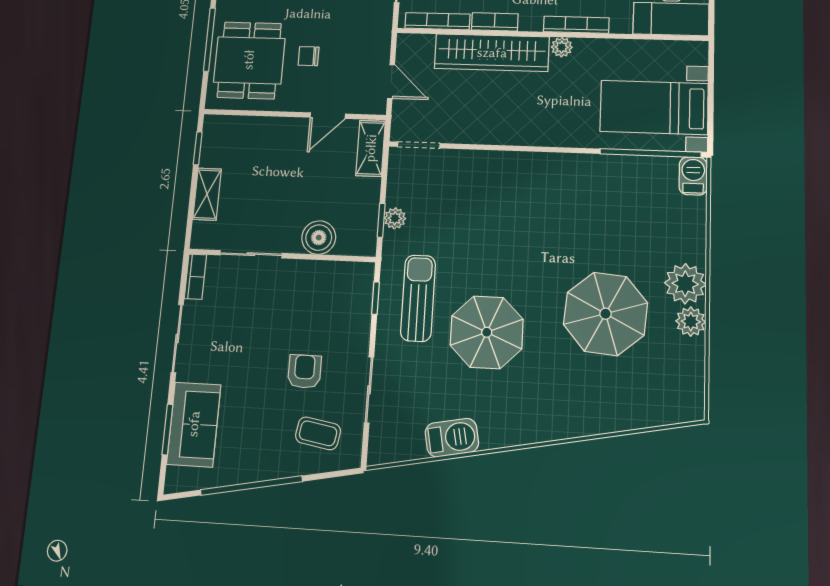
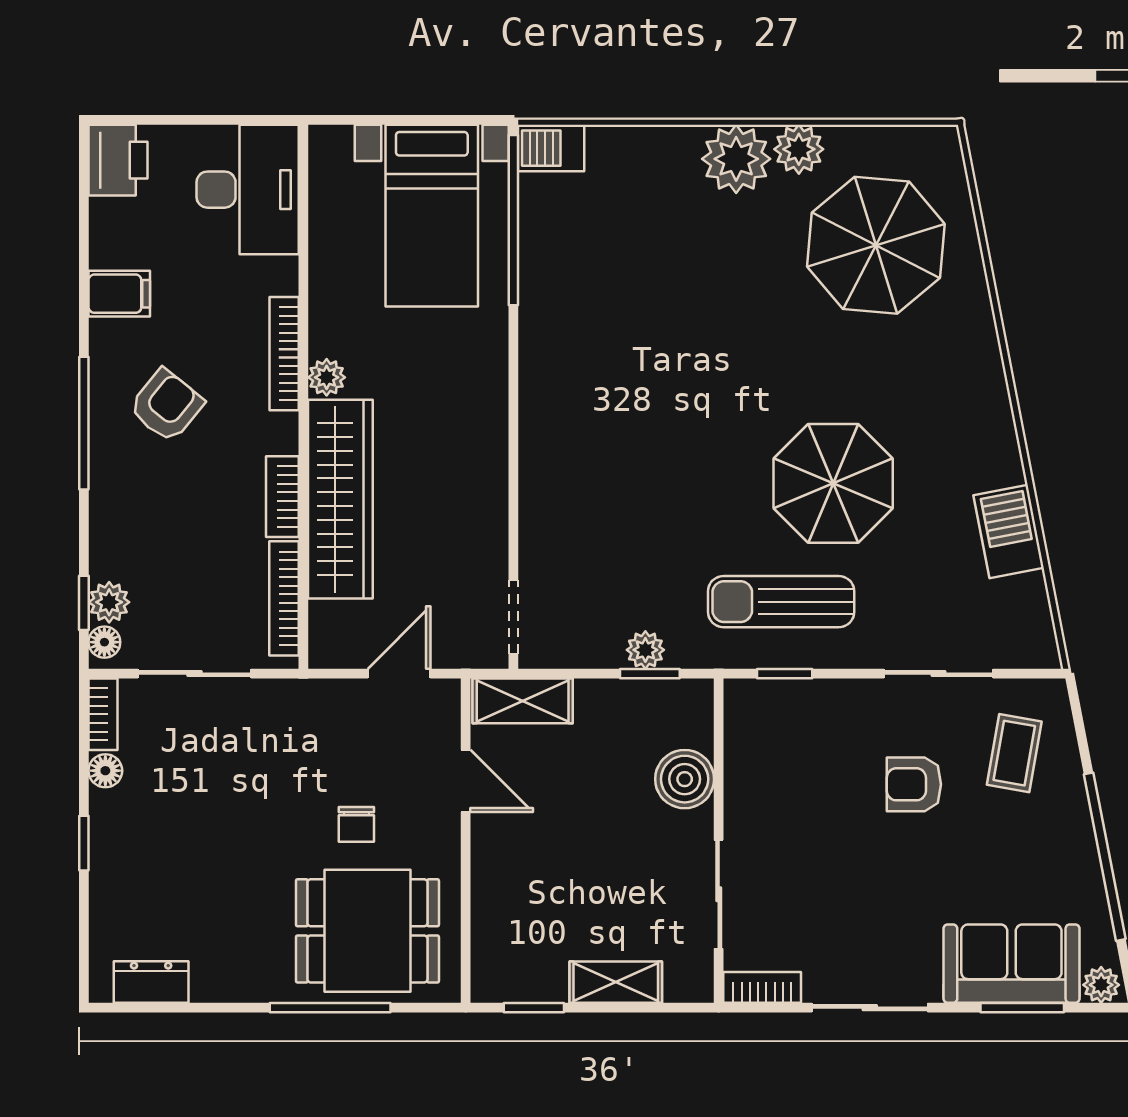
parasol: (605, 314) -> (876, 245), moved
plant: (176, 479) -> (1101, 985), added

